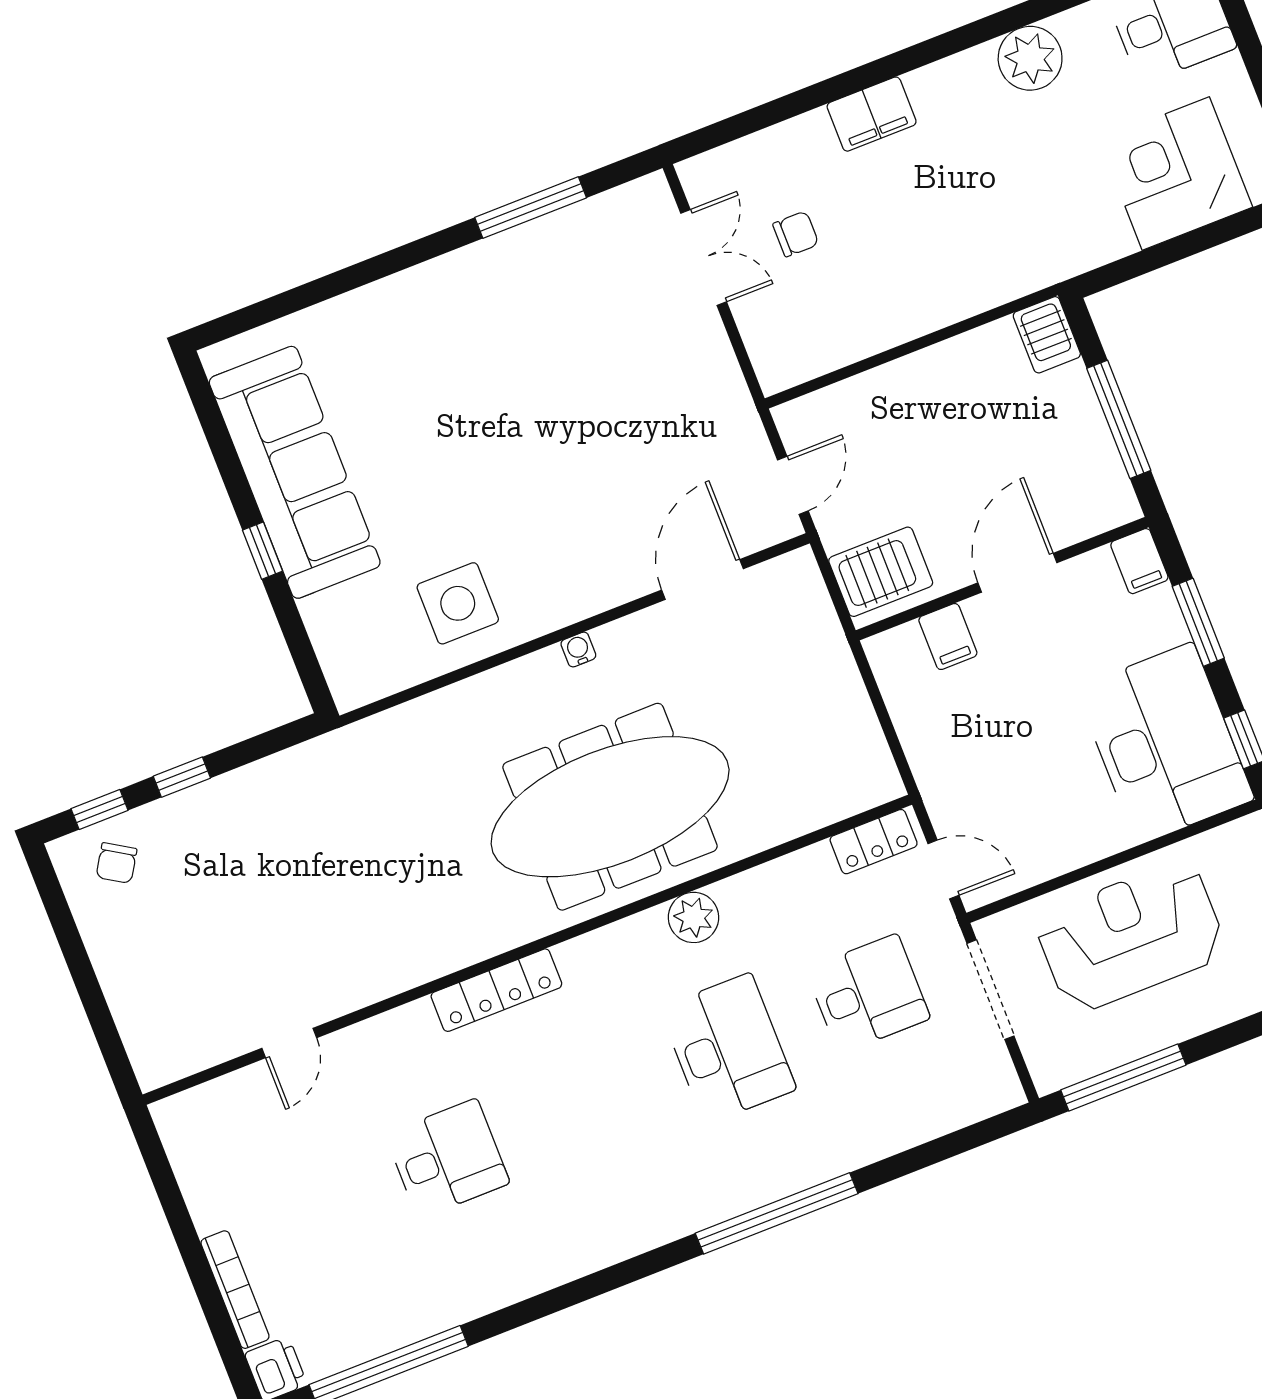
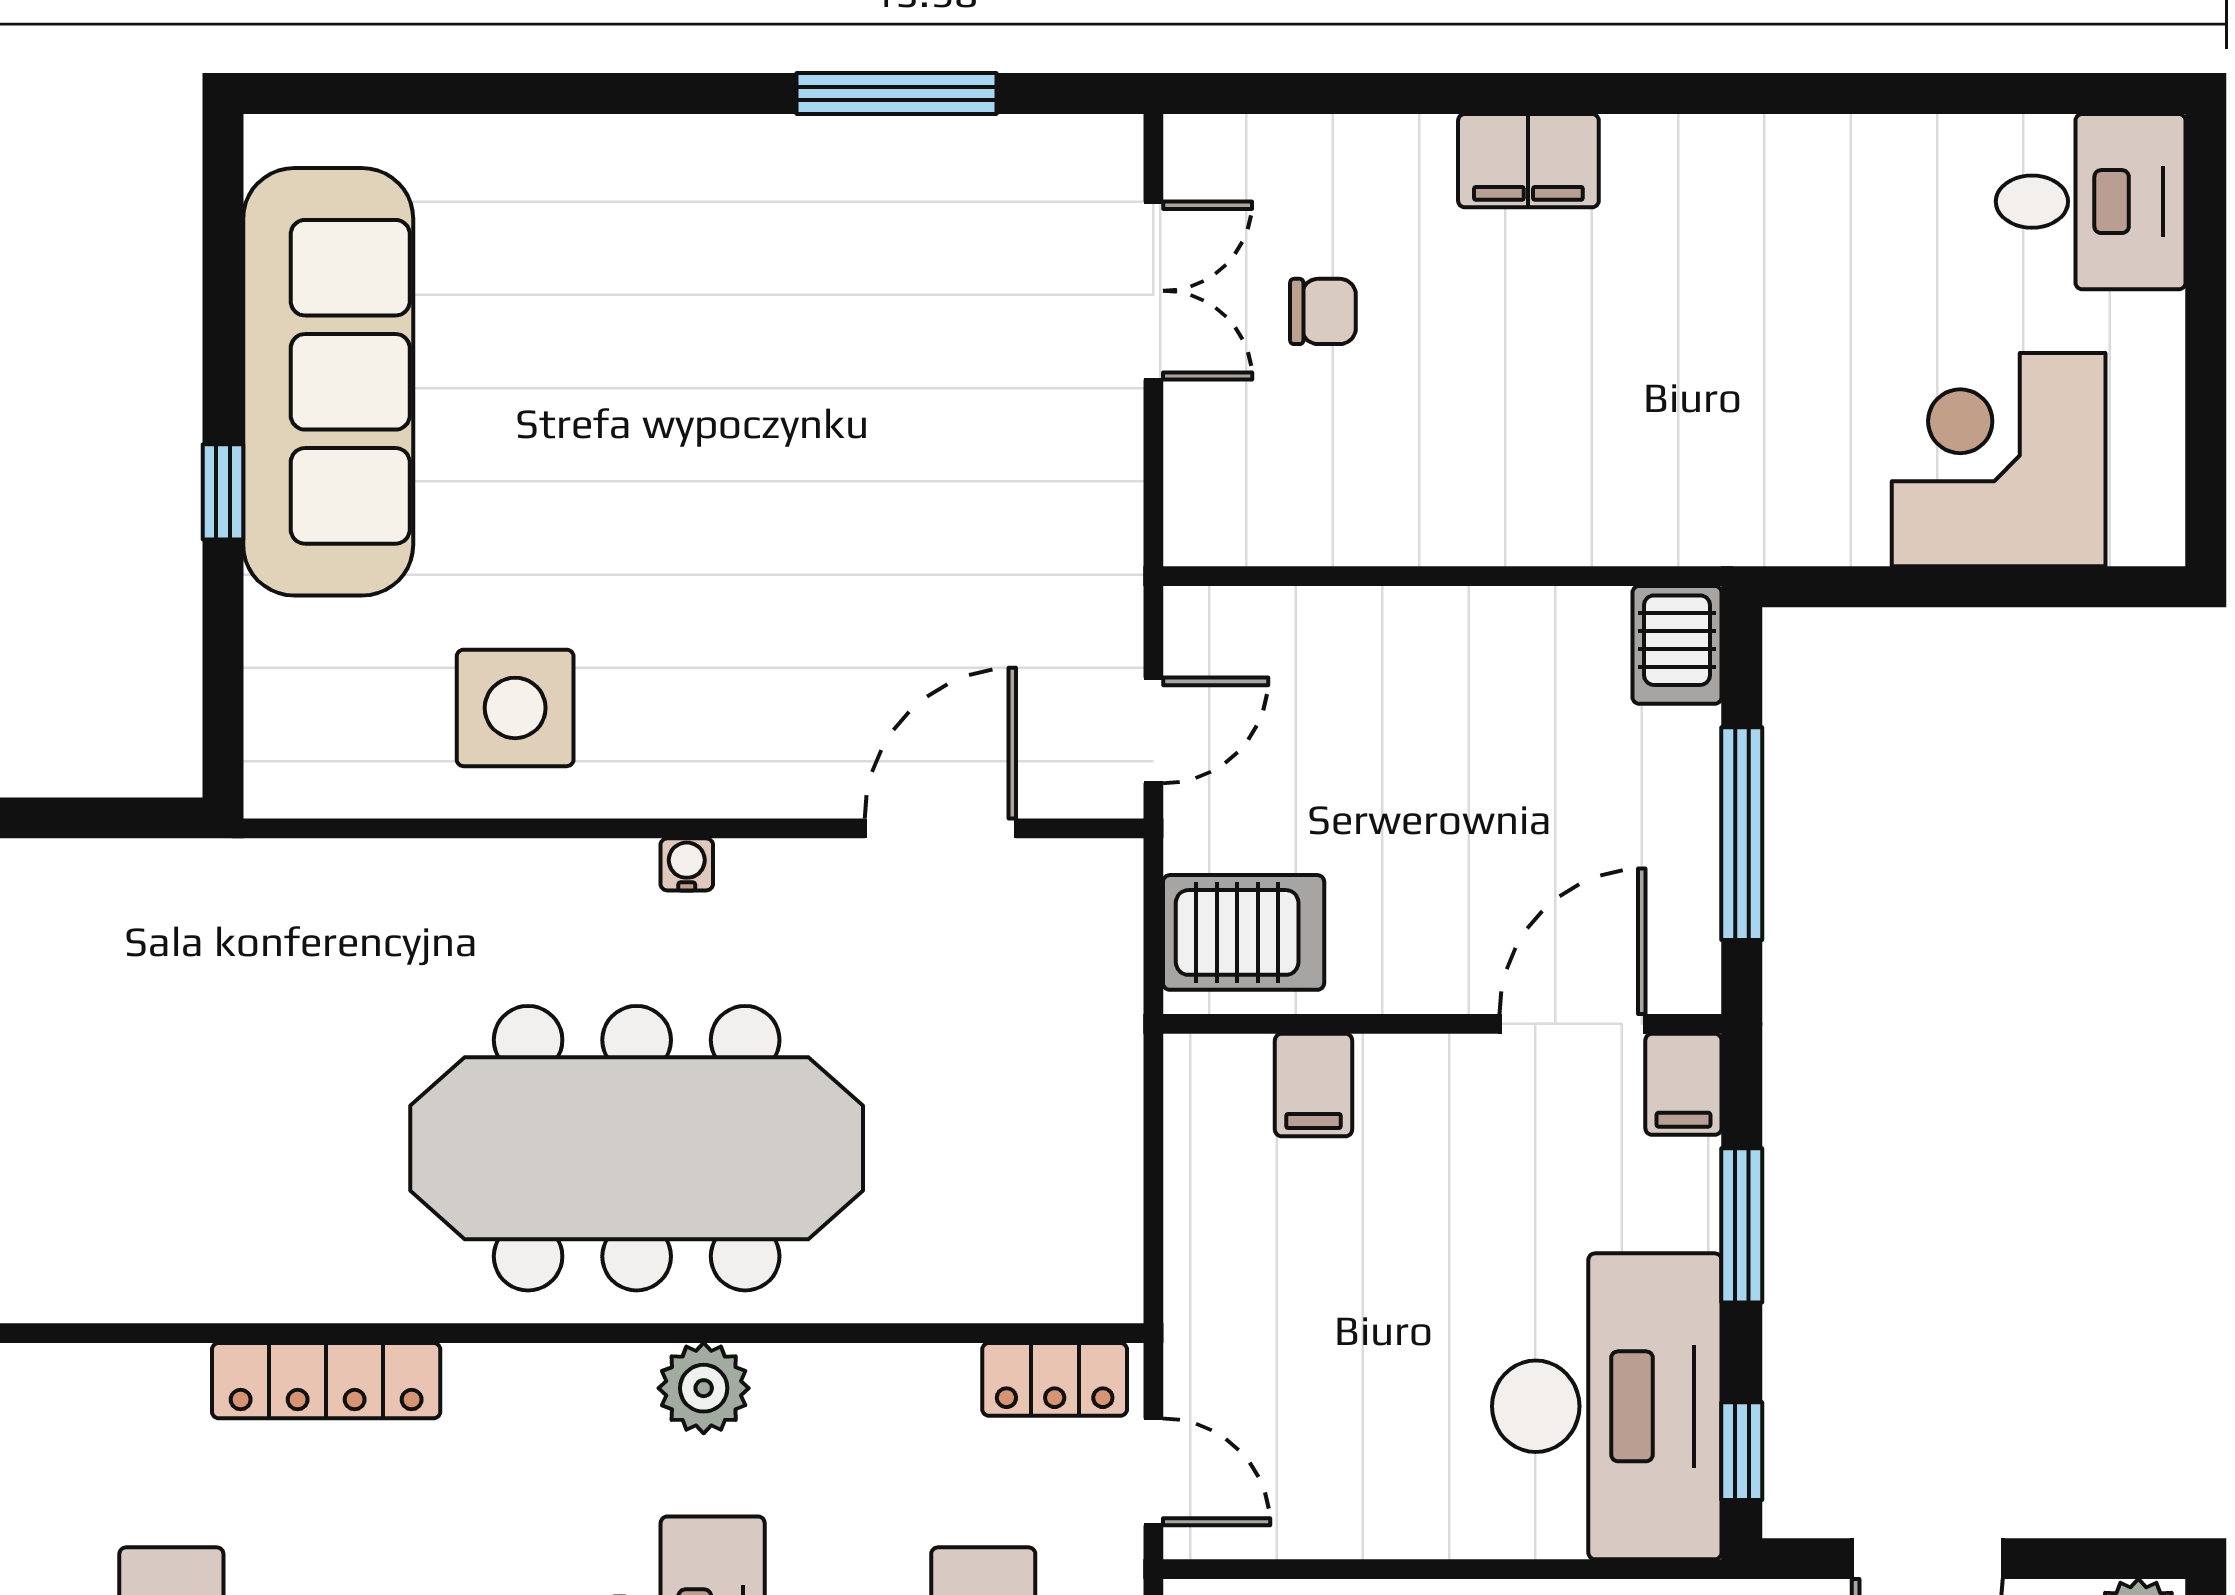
plant: (1030, 58) -> (1830, 171), removed
door: (1017, 573) -> (1572, 1024), moved

